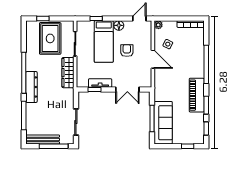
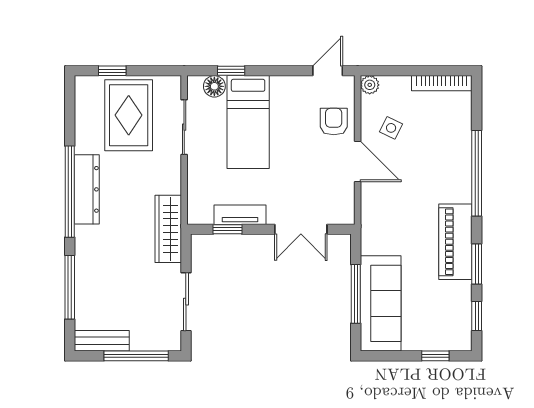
floor lamp: (119, 25) -> (214, 86), moved
armchair: (127, 51) -> (334, 122), moved
wardrobe: (68, 73) -> (168, 229), moved
dresser: (31, 87) -> (87, 189), moved
bench: (43, 139) -> (102, 341), width x0.73

